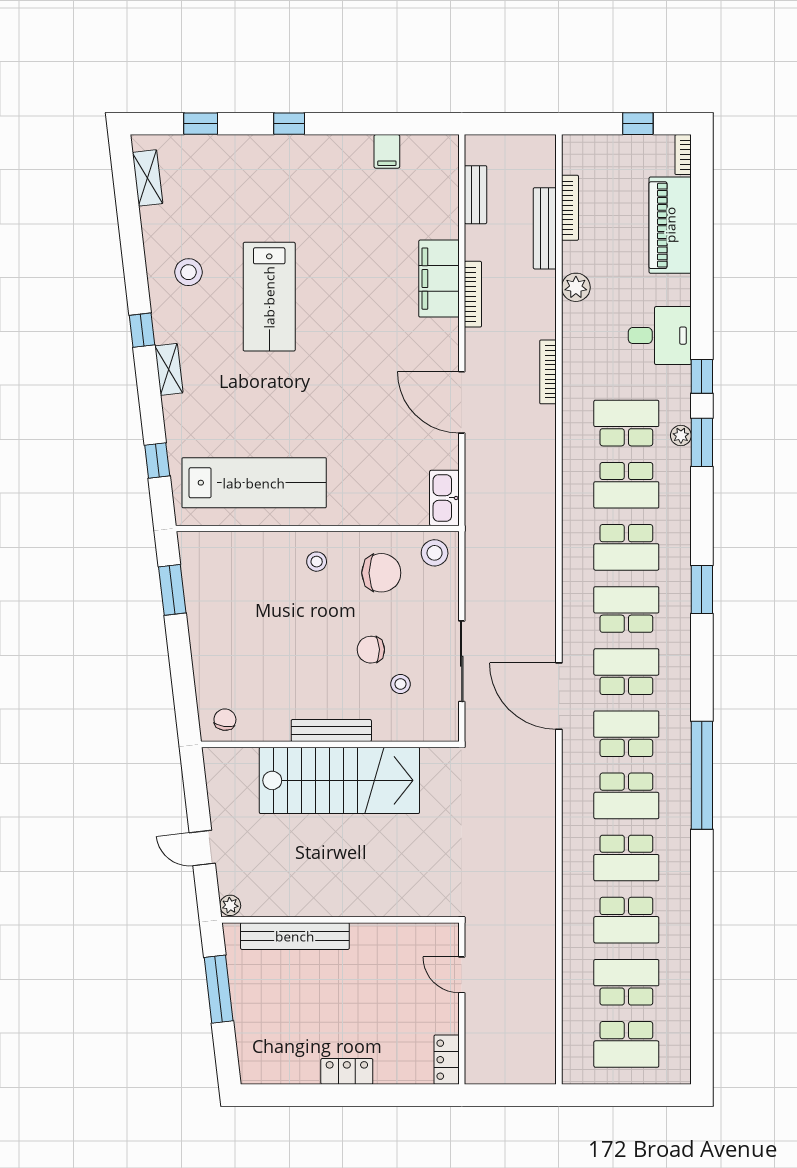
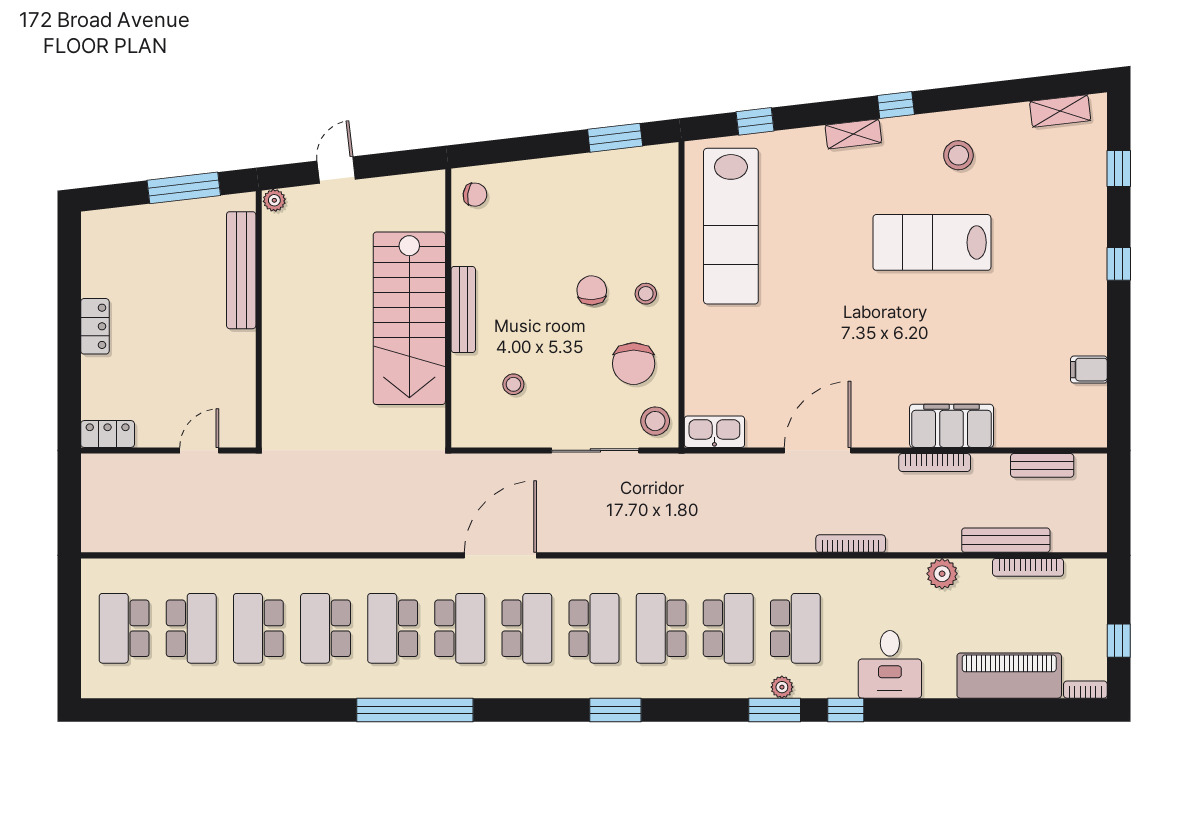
school desk: (626, 485) -> (728, 628), turned 180
chair: (371, 650) -> (592, 290), moved
sliding door: (462, 661) -> (595, 450), moved

